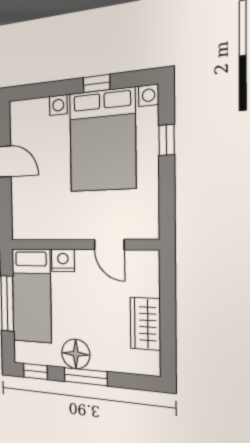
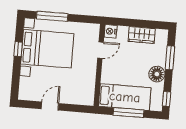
window: (167, 140) -> (52, 16), width x2.17
nightstand: (63, 260) -> (111, 31), moved
window: (86, 377) -> (170, 58), moved

